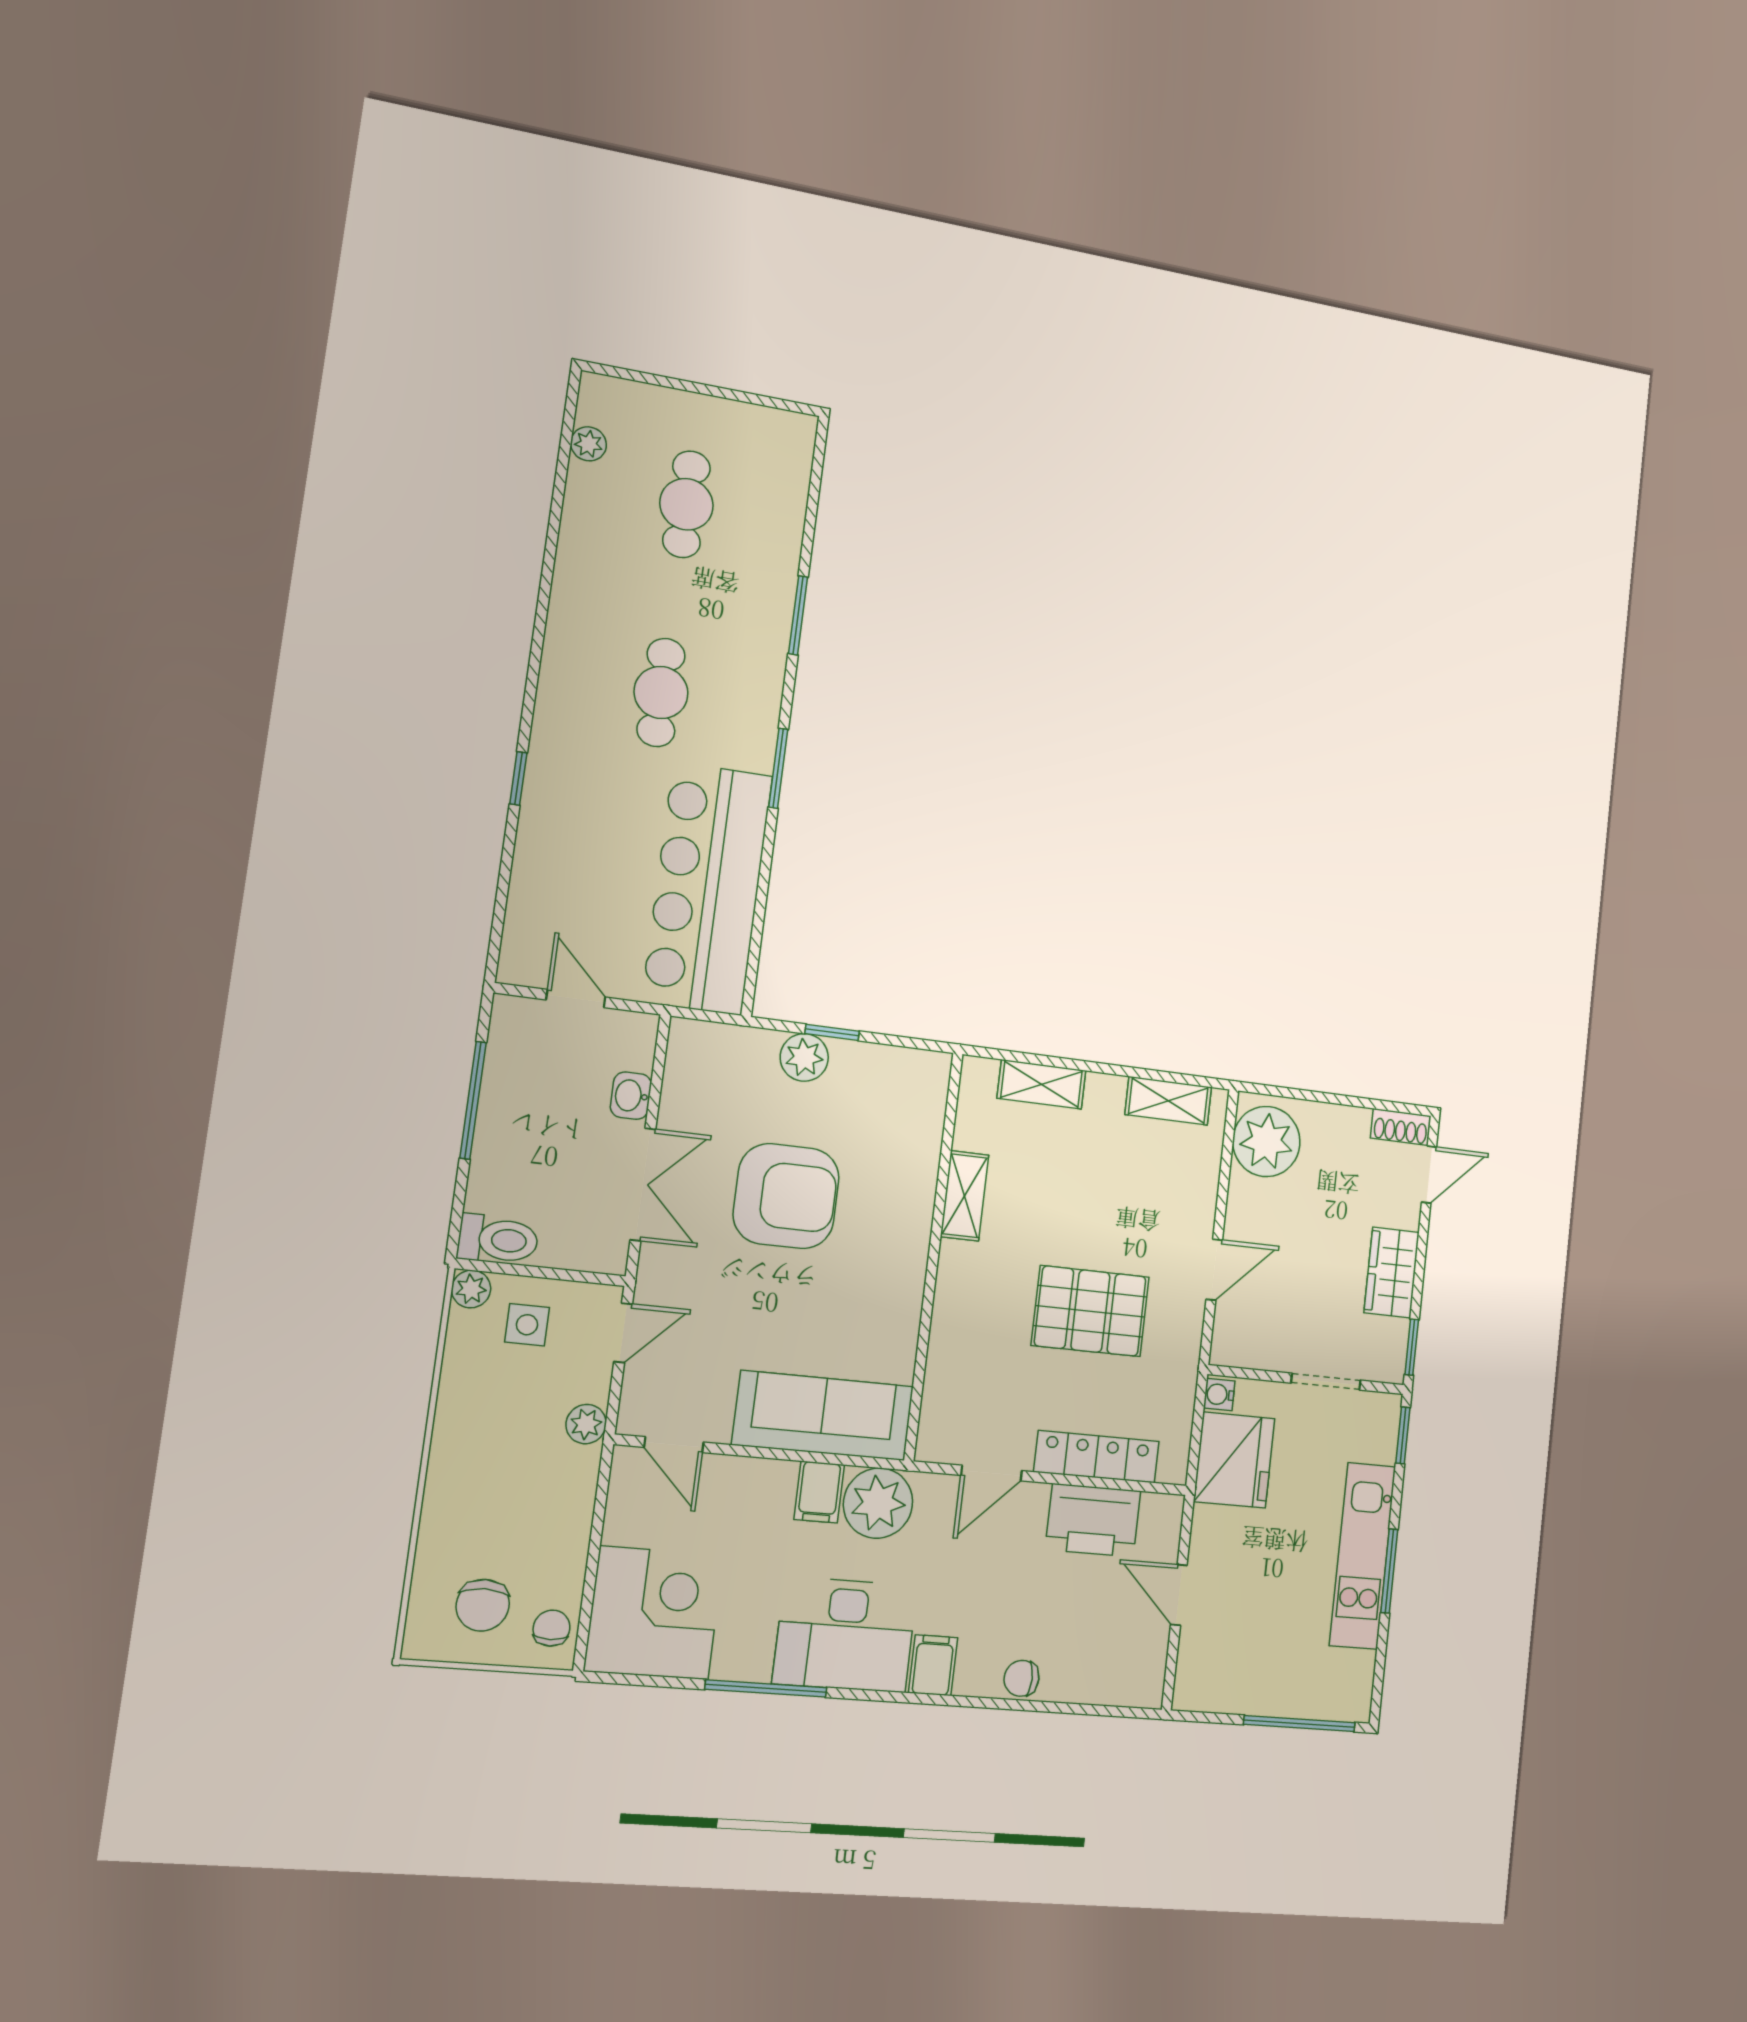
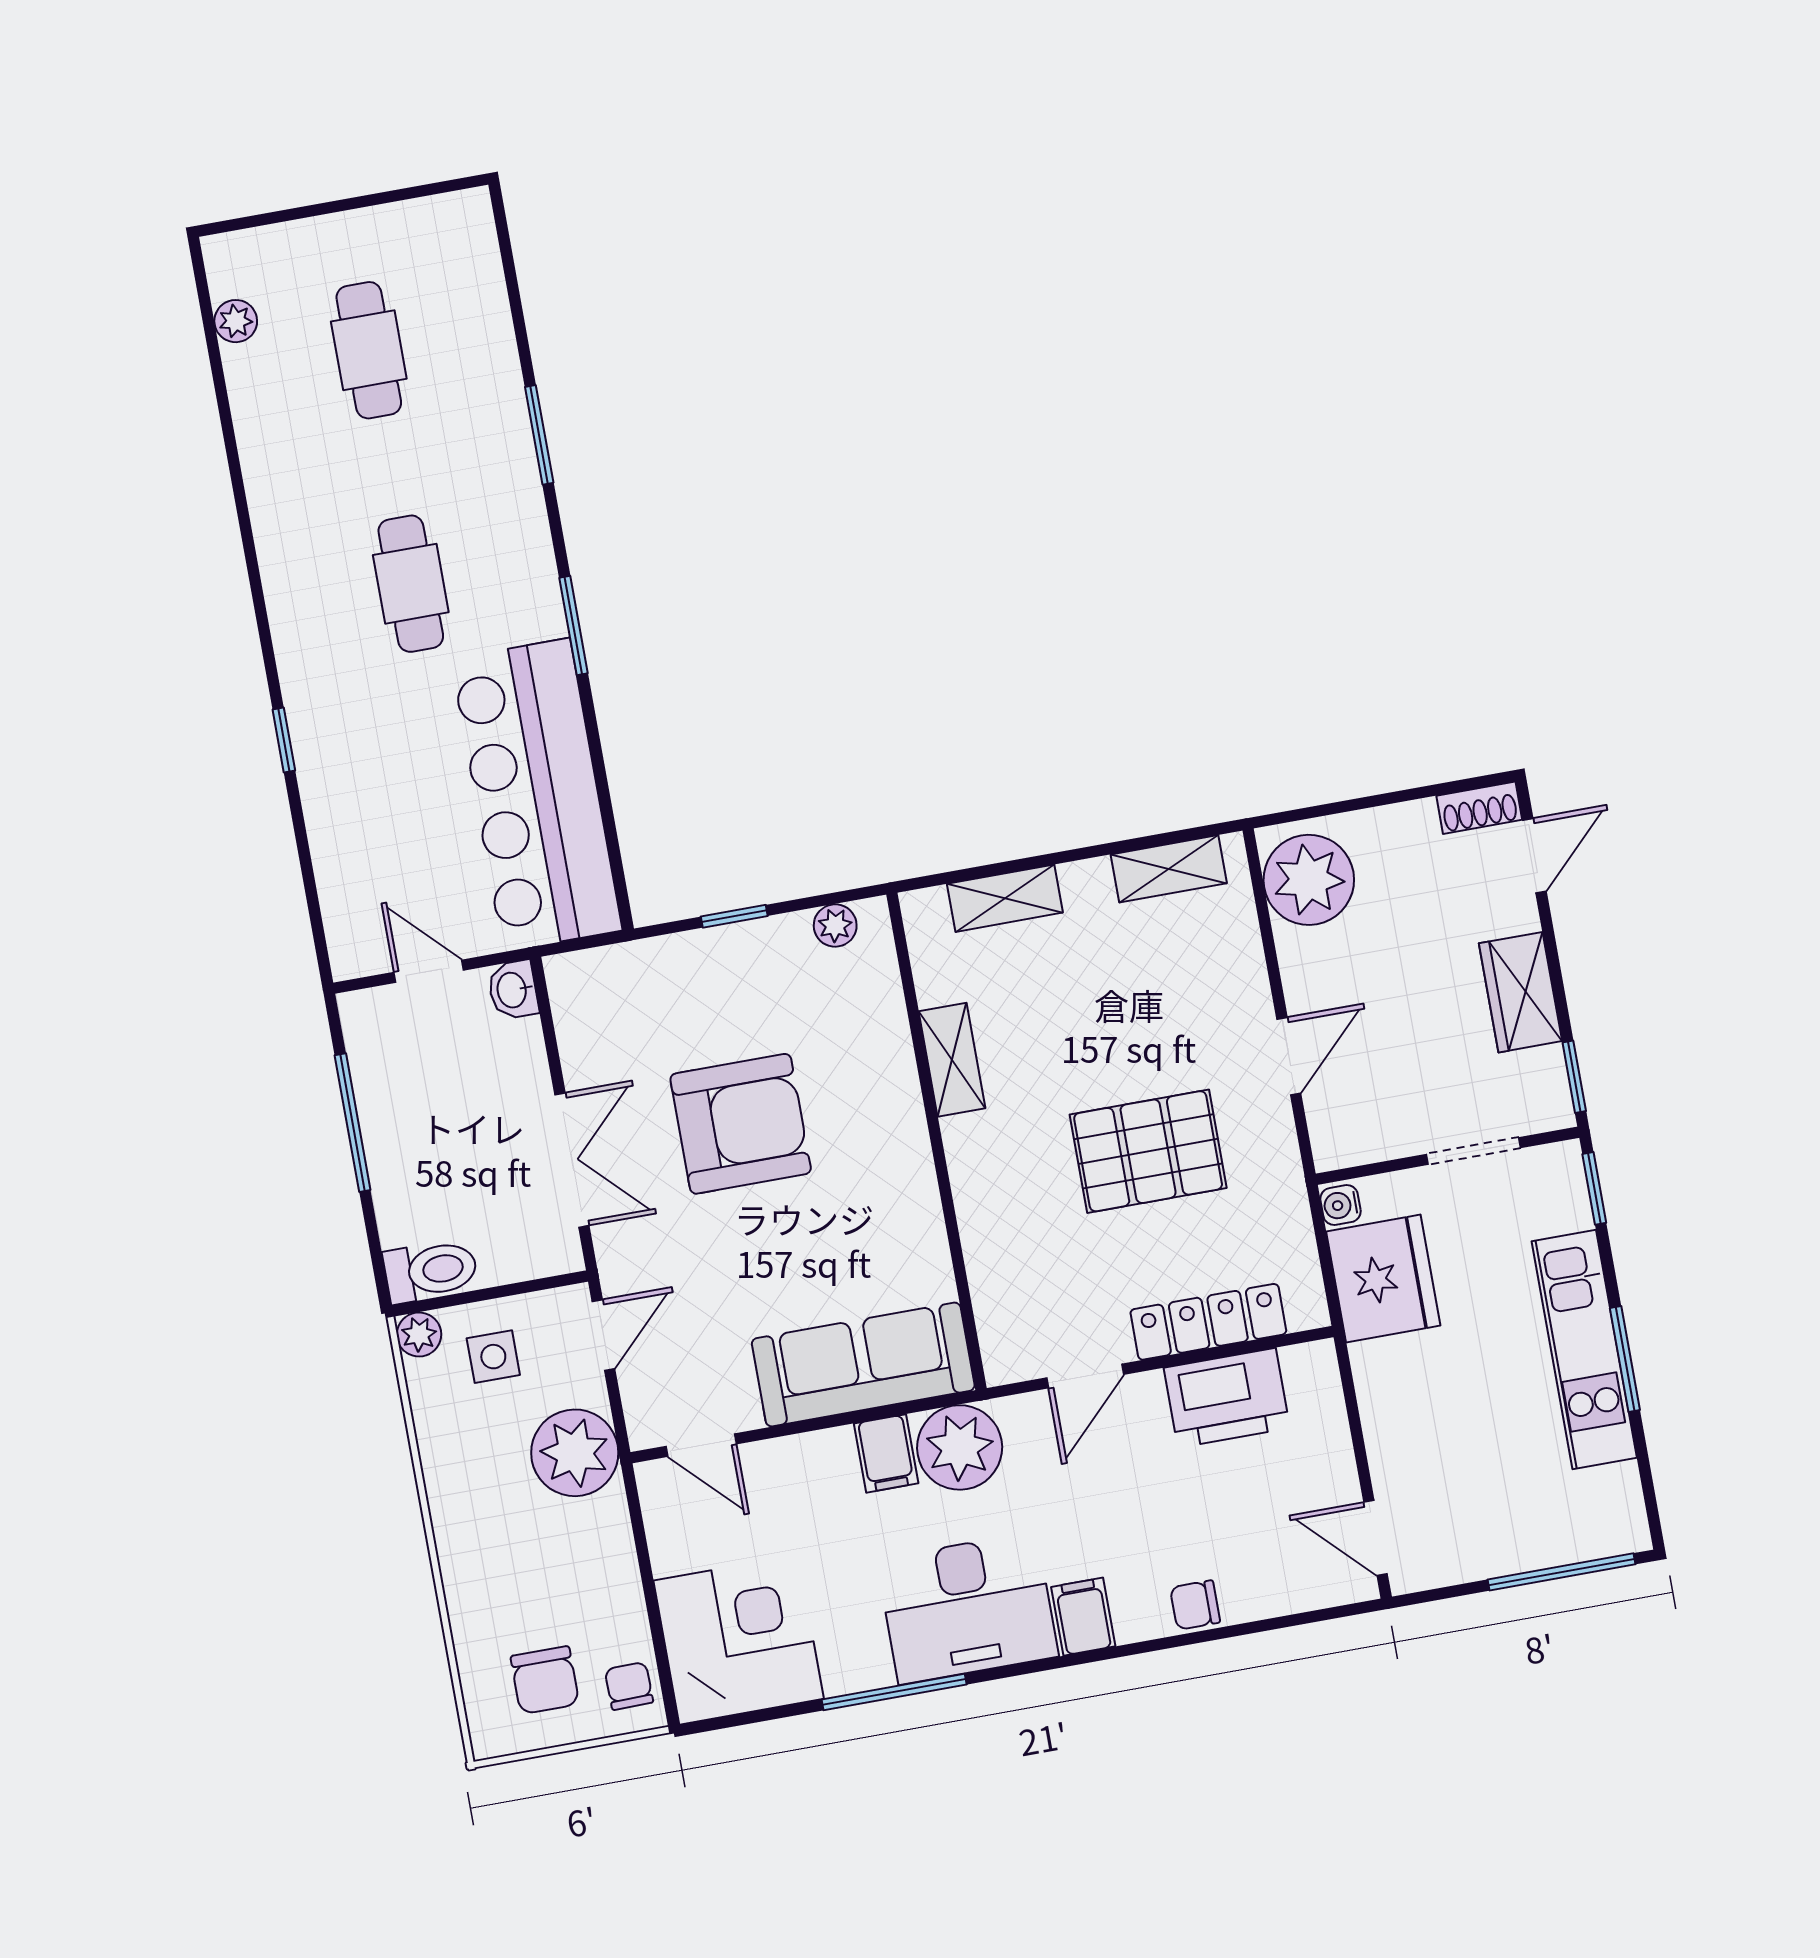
plant: (804, 1057) -> (835, 925), moved, width x0.73, depth x0.73
washbasin: (631, 1096) -> (513, 990), moved
plant: (586, 1424) -> (575, 1453), width x1.87, depth x1.87
door: (1179, 1595) -> (1376, 1538), moved

